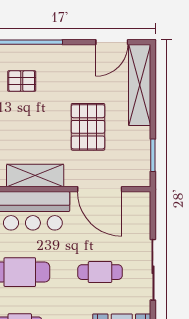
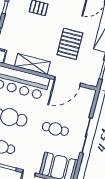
door: (100, 189) -> (67, 81), hinge flipped

